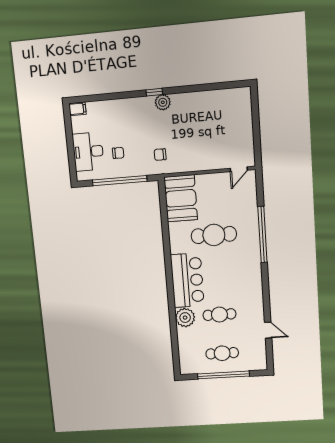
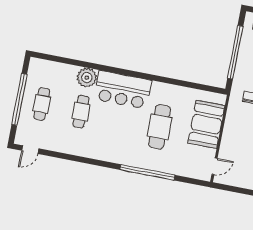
door: (239, 169) -> (215, 166), swing flipped
booth: (181, 198) -> (206, 124), moved, turned 90
door: (268, 330) -> (30, 150), moved

